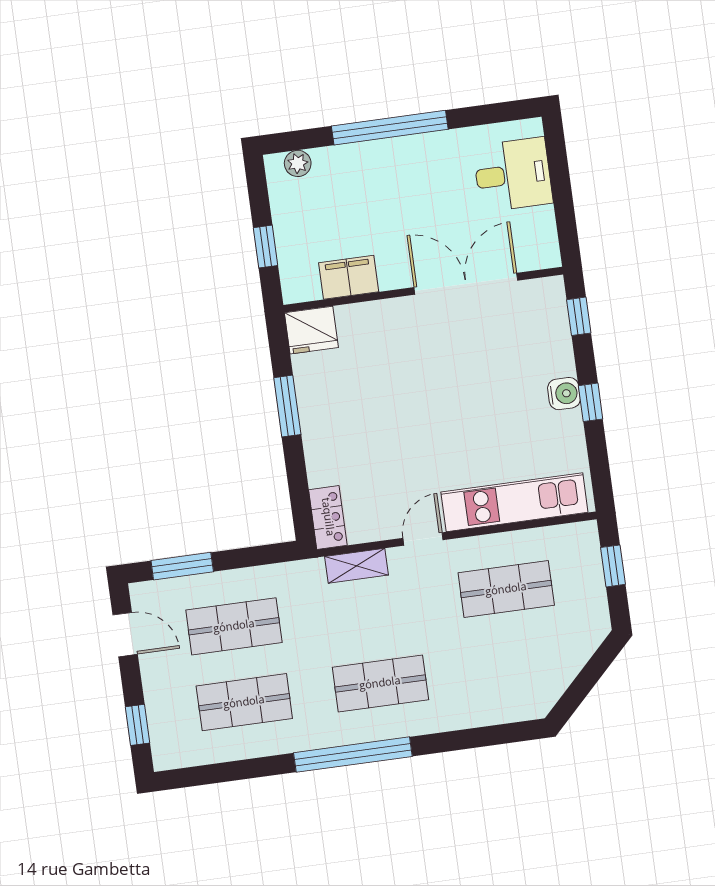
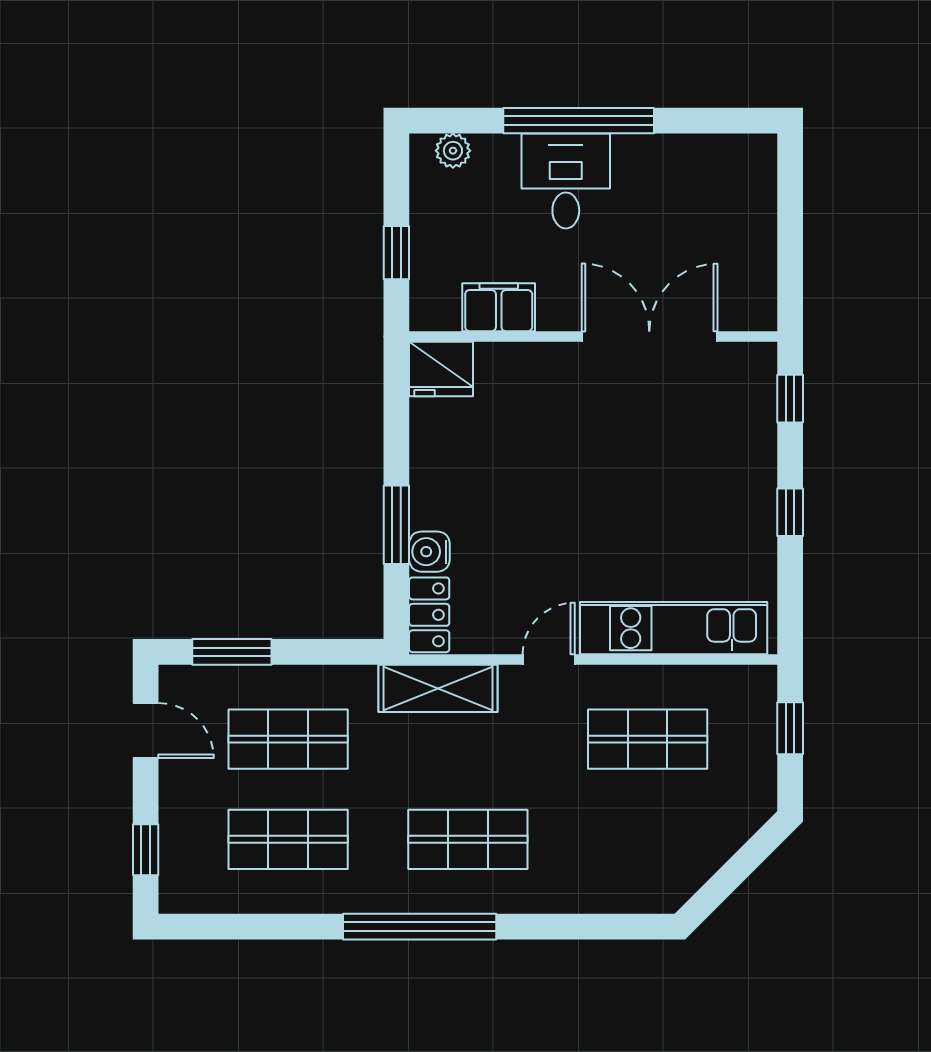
desk: (513, 175) -> (566, 181), moved, turned -90
water cooler: (564, 394) -> (429, 552), moved, turned 180
window: (287, 406) -> (396, 525), moved
shelving: (357, 566) -> (438, 688), width x1.50, depth x1.33

